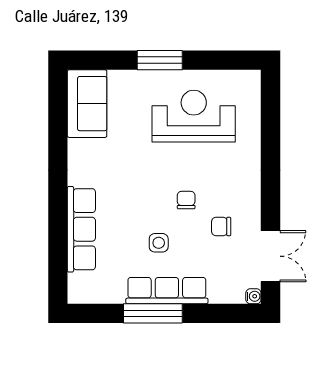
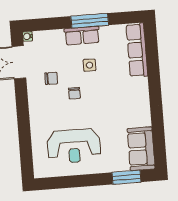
window: (160, 60) -> (126, 177), moved
row of seats: (81, 229) -> (137, 50), moved
row of seats: (167, 291) -> (82, 36), width x0.68

